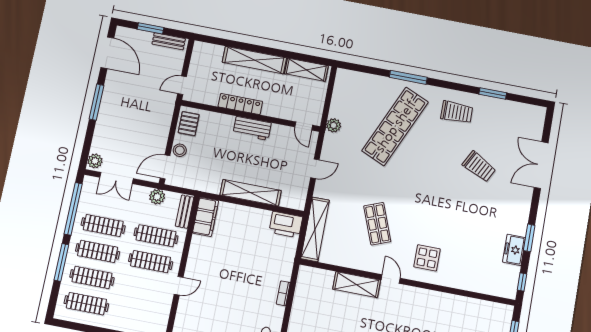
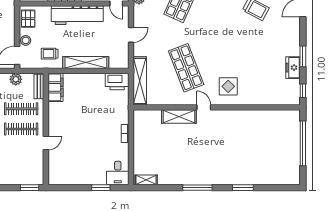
workbench: (252, 128) -> (77, 15), width x1.88, depth x1.32
trolley: (207, 173) -> (50, 54), added
shop shelf: (377, 224) -> (186, 68), width x1.43, depth x1.36

